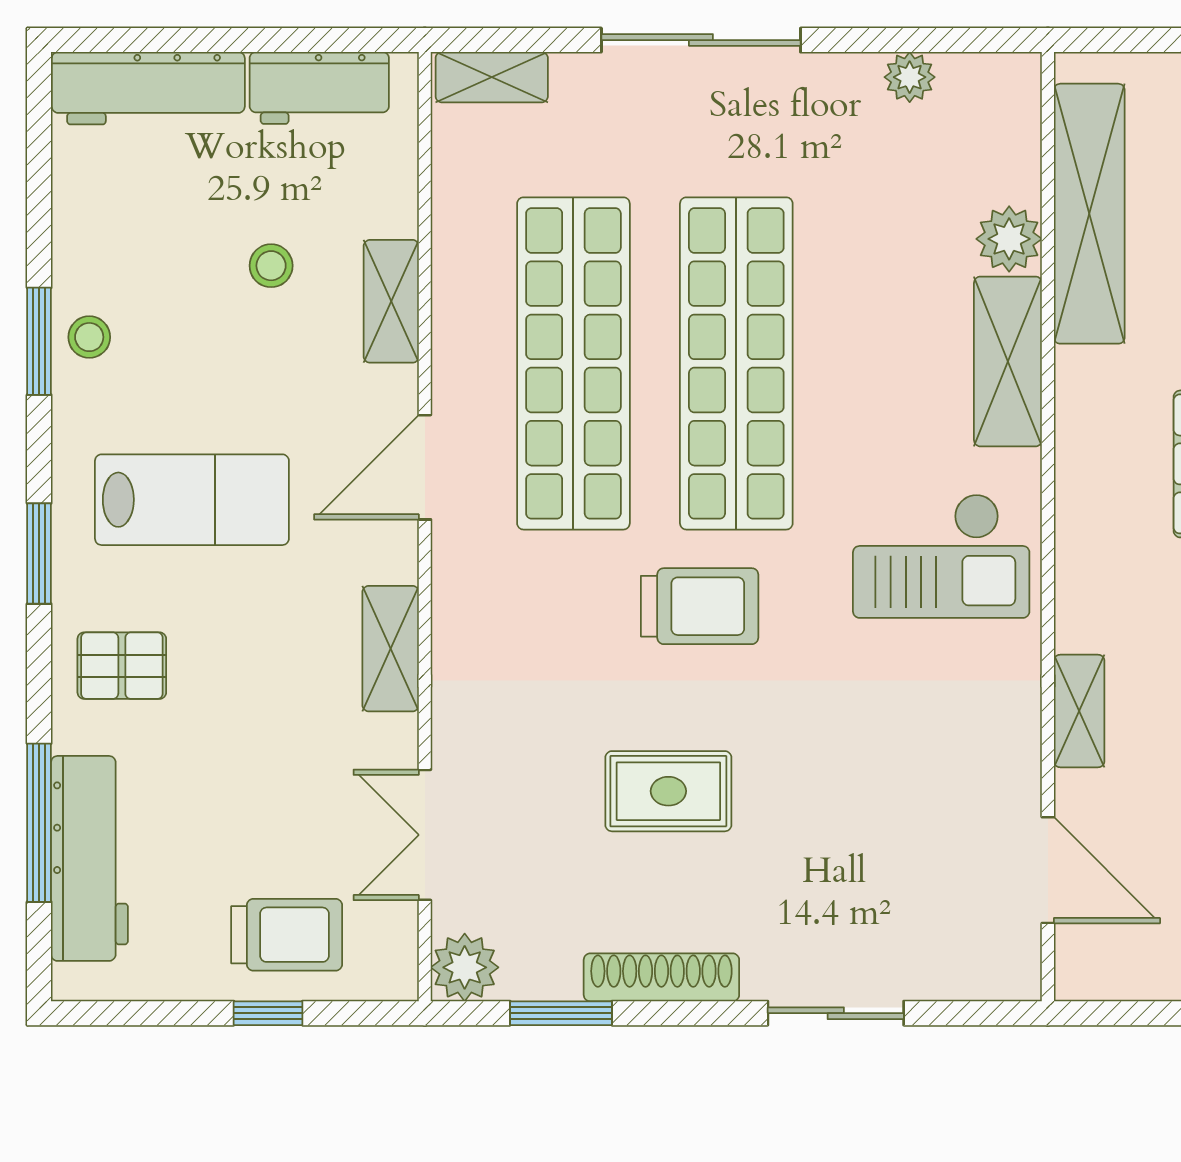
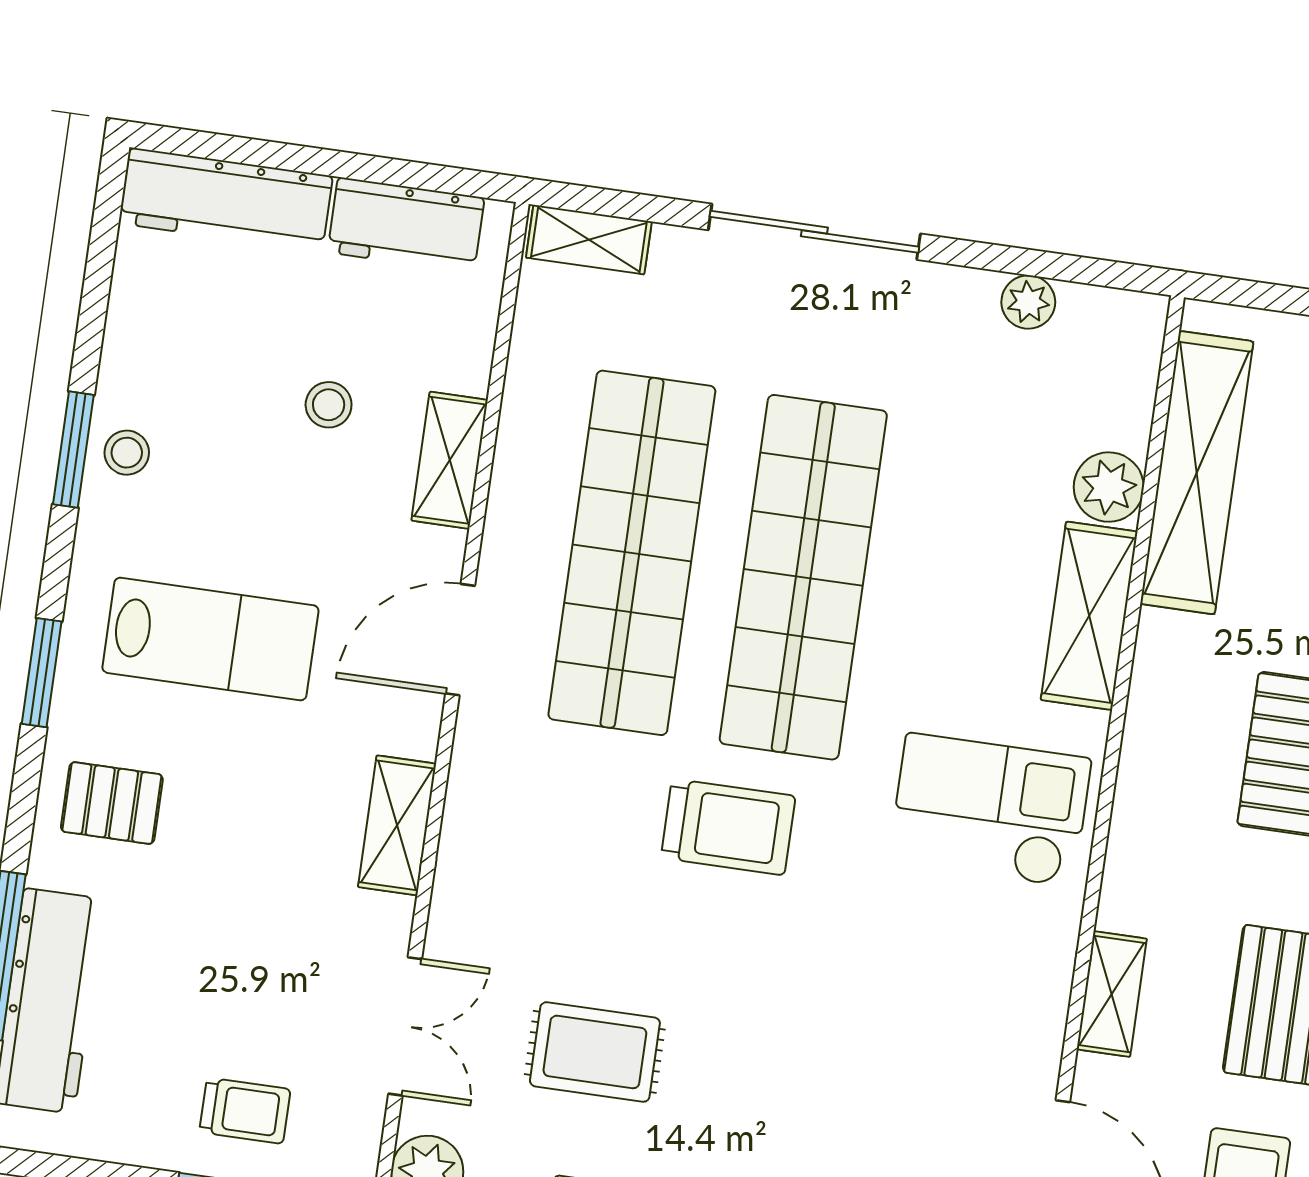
checkout: (941, 556) -> (990, 810), turned 180
rug: (668, 791) -> (595, 1052), moved
double door: (425, 835) -> (405, 1026), swing flipped
trolley: (287, 935) -> (245, 1111), width x0.73, depth x0.72

